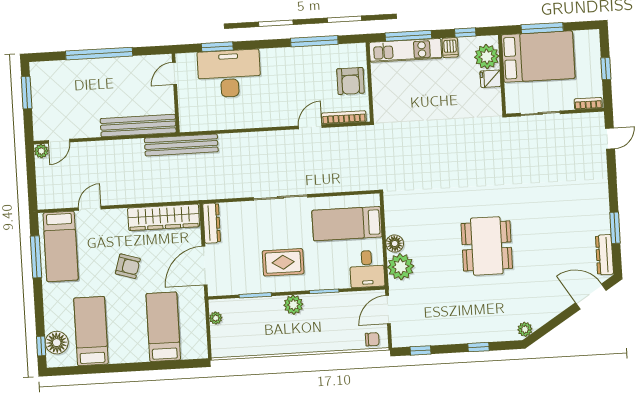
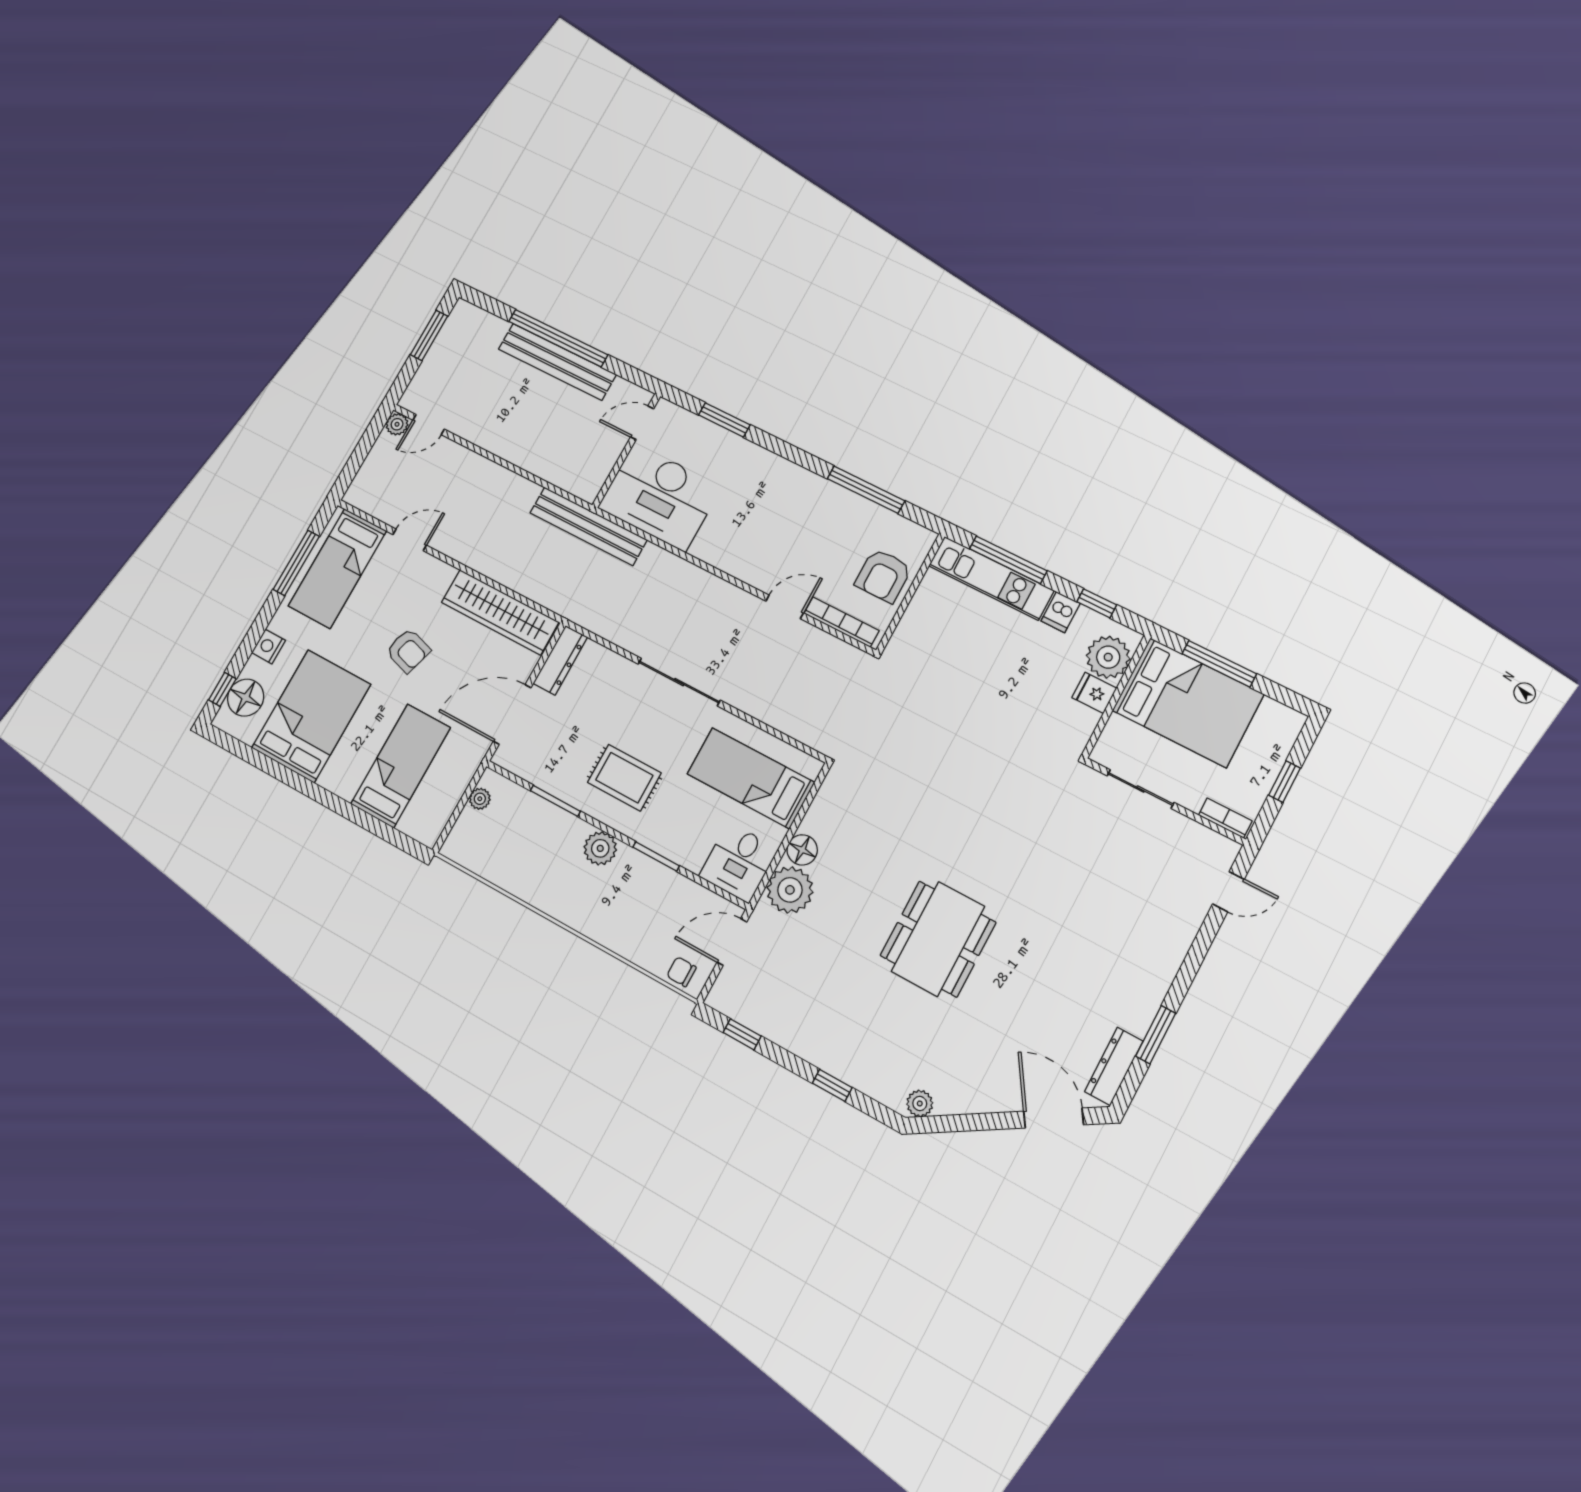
desk: (229, 74) -> (660, 497), moved, turned 180
bench: (138, 126) -> (557, 362), moved
nightstand: (51, 309) -> (269, 647), added
bed: (91, 331) -> (311, 716), width x1.50
chair: (372, 339) -> (681, 972), turned 180

